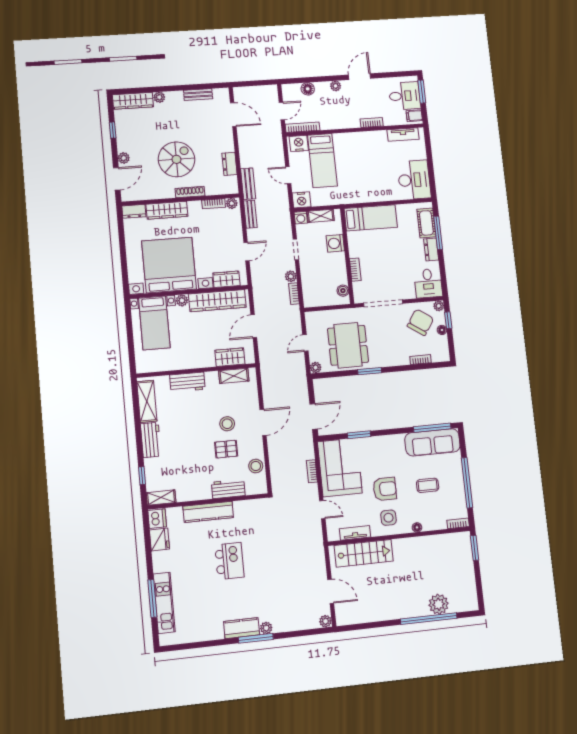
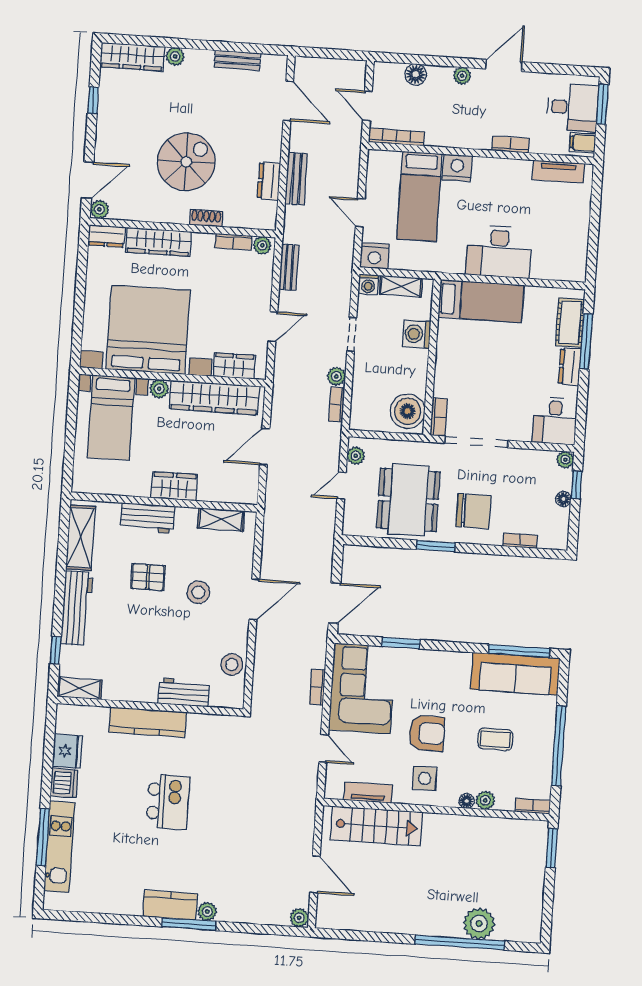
door: (282, 111) -> (367, 106), swing flipped
nightstand: (299, 143) -> (457, 168), moved
plant: (124, 158) -> (99, 209), moved
desk: (414, 180) -> (499, 252), moved, turned 90
bench: (248, 184) -> (296, 179), moved
shoe rack: (190, 192) -> (206, 218), width x0.70
bookcase: (355, 270) -> (439, 417), moved
boiler: (343, 291) -> (408, 411), width x1.86, depth x1.86
chair: (420, 322) -> (473, 511), moved, turned 56
wardrobe: (230, 357) -> (174, 486), moved
plant: (316, 368) -> (356, 456), moved
workbench: (151, 440) -> (77, 608), width x1.38
pallet: (226, 449) -> (148, 577), moved
dishwasher: (157, 519) -> (64, 783), moved
plant: (428, 525) -> (485, 800), added

